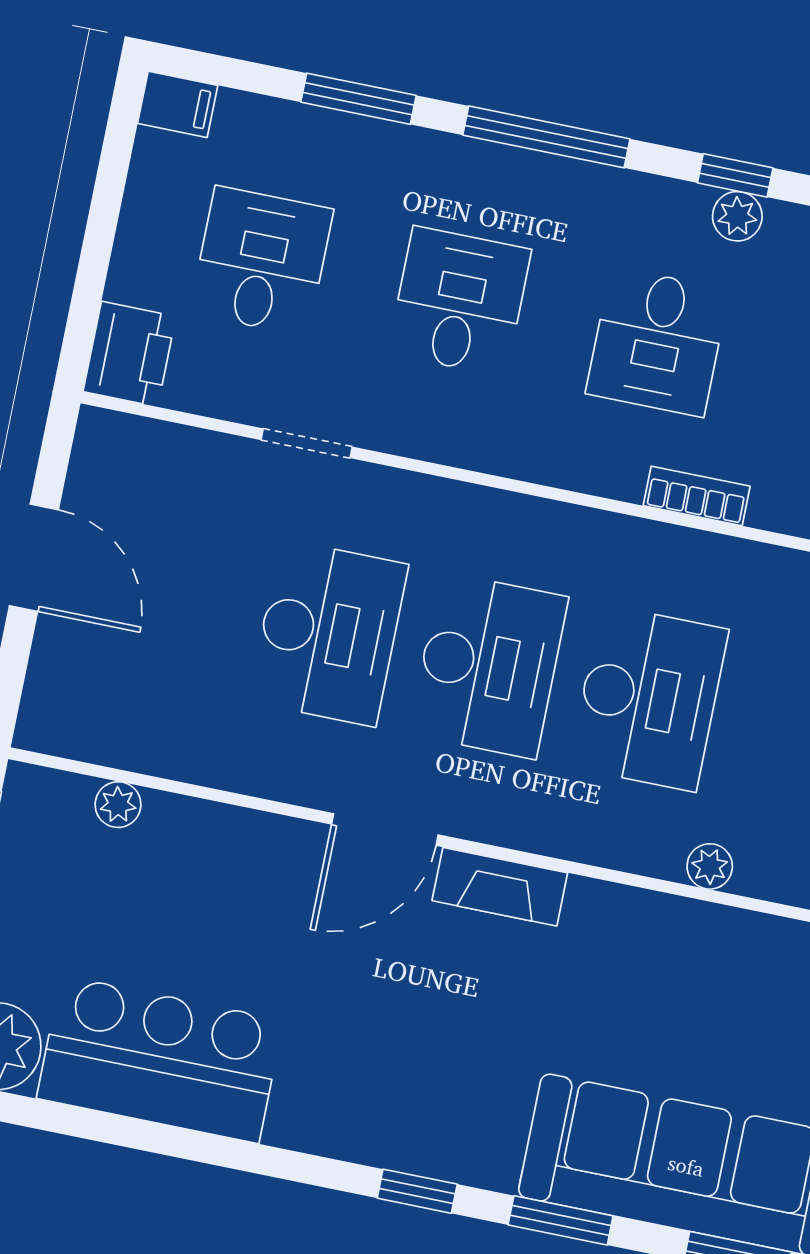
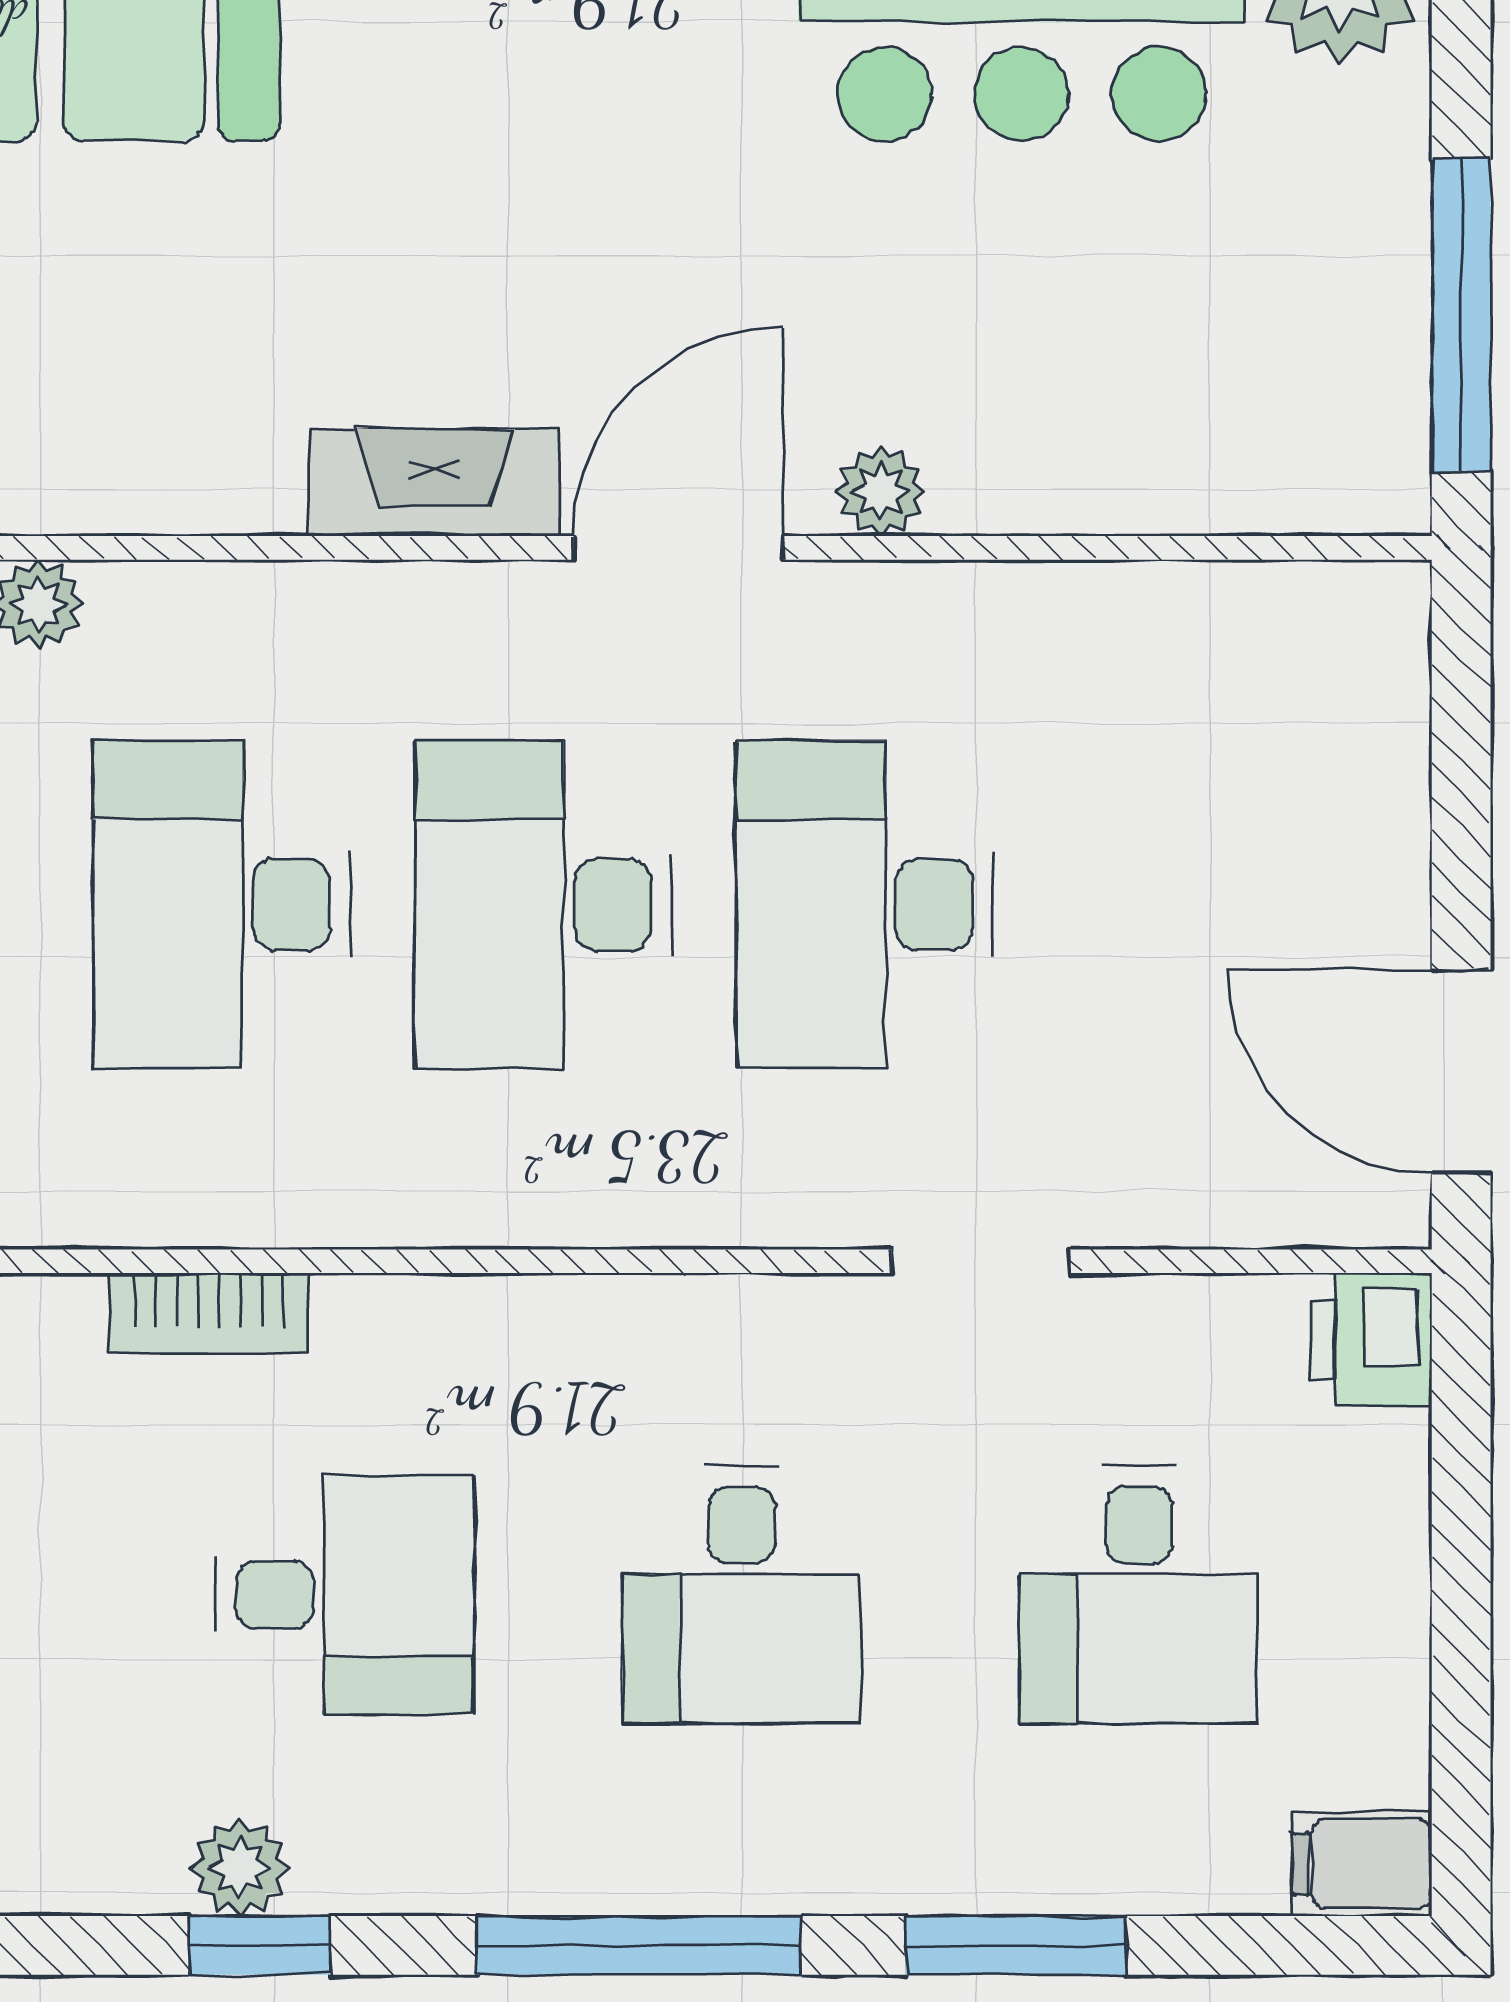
desk: (657, 342) -> (344, 1595), turned 90
printer: (129, 354) -> (1371, 1340), width x0.73, depth x0.81
door: (34, 558) -> (1461, 1071), moved
plant: (118, 805) -> (881, 491), moved

